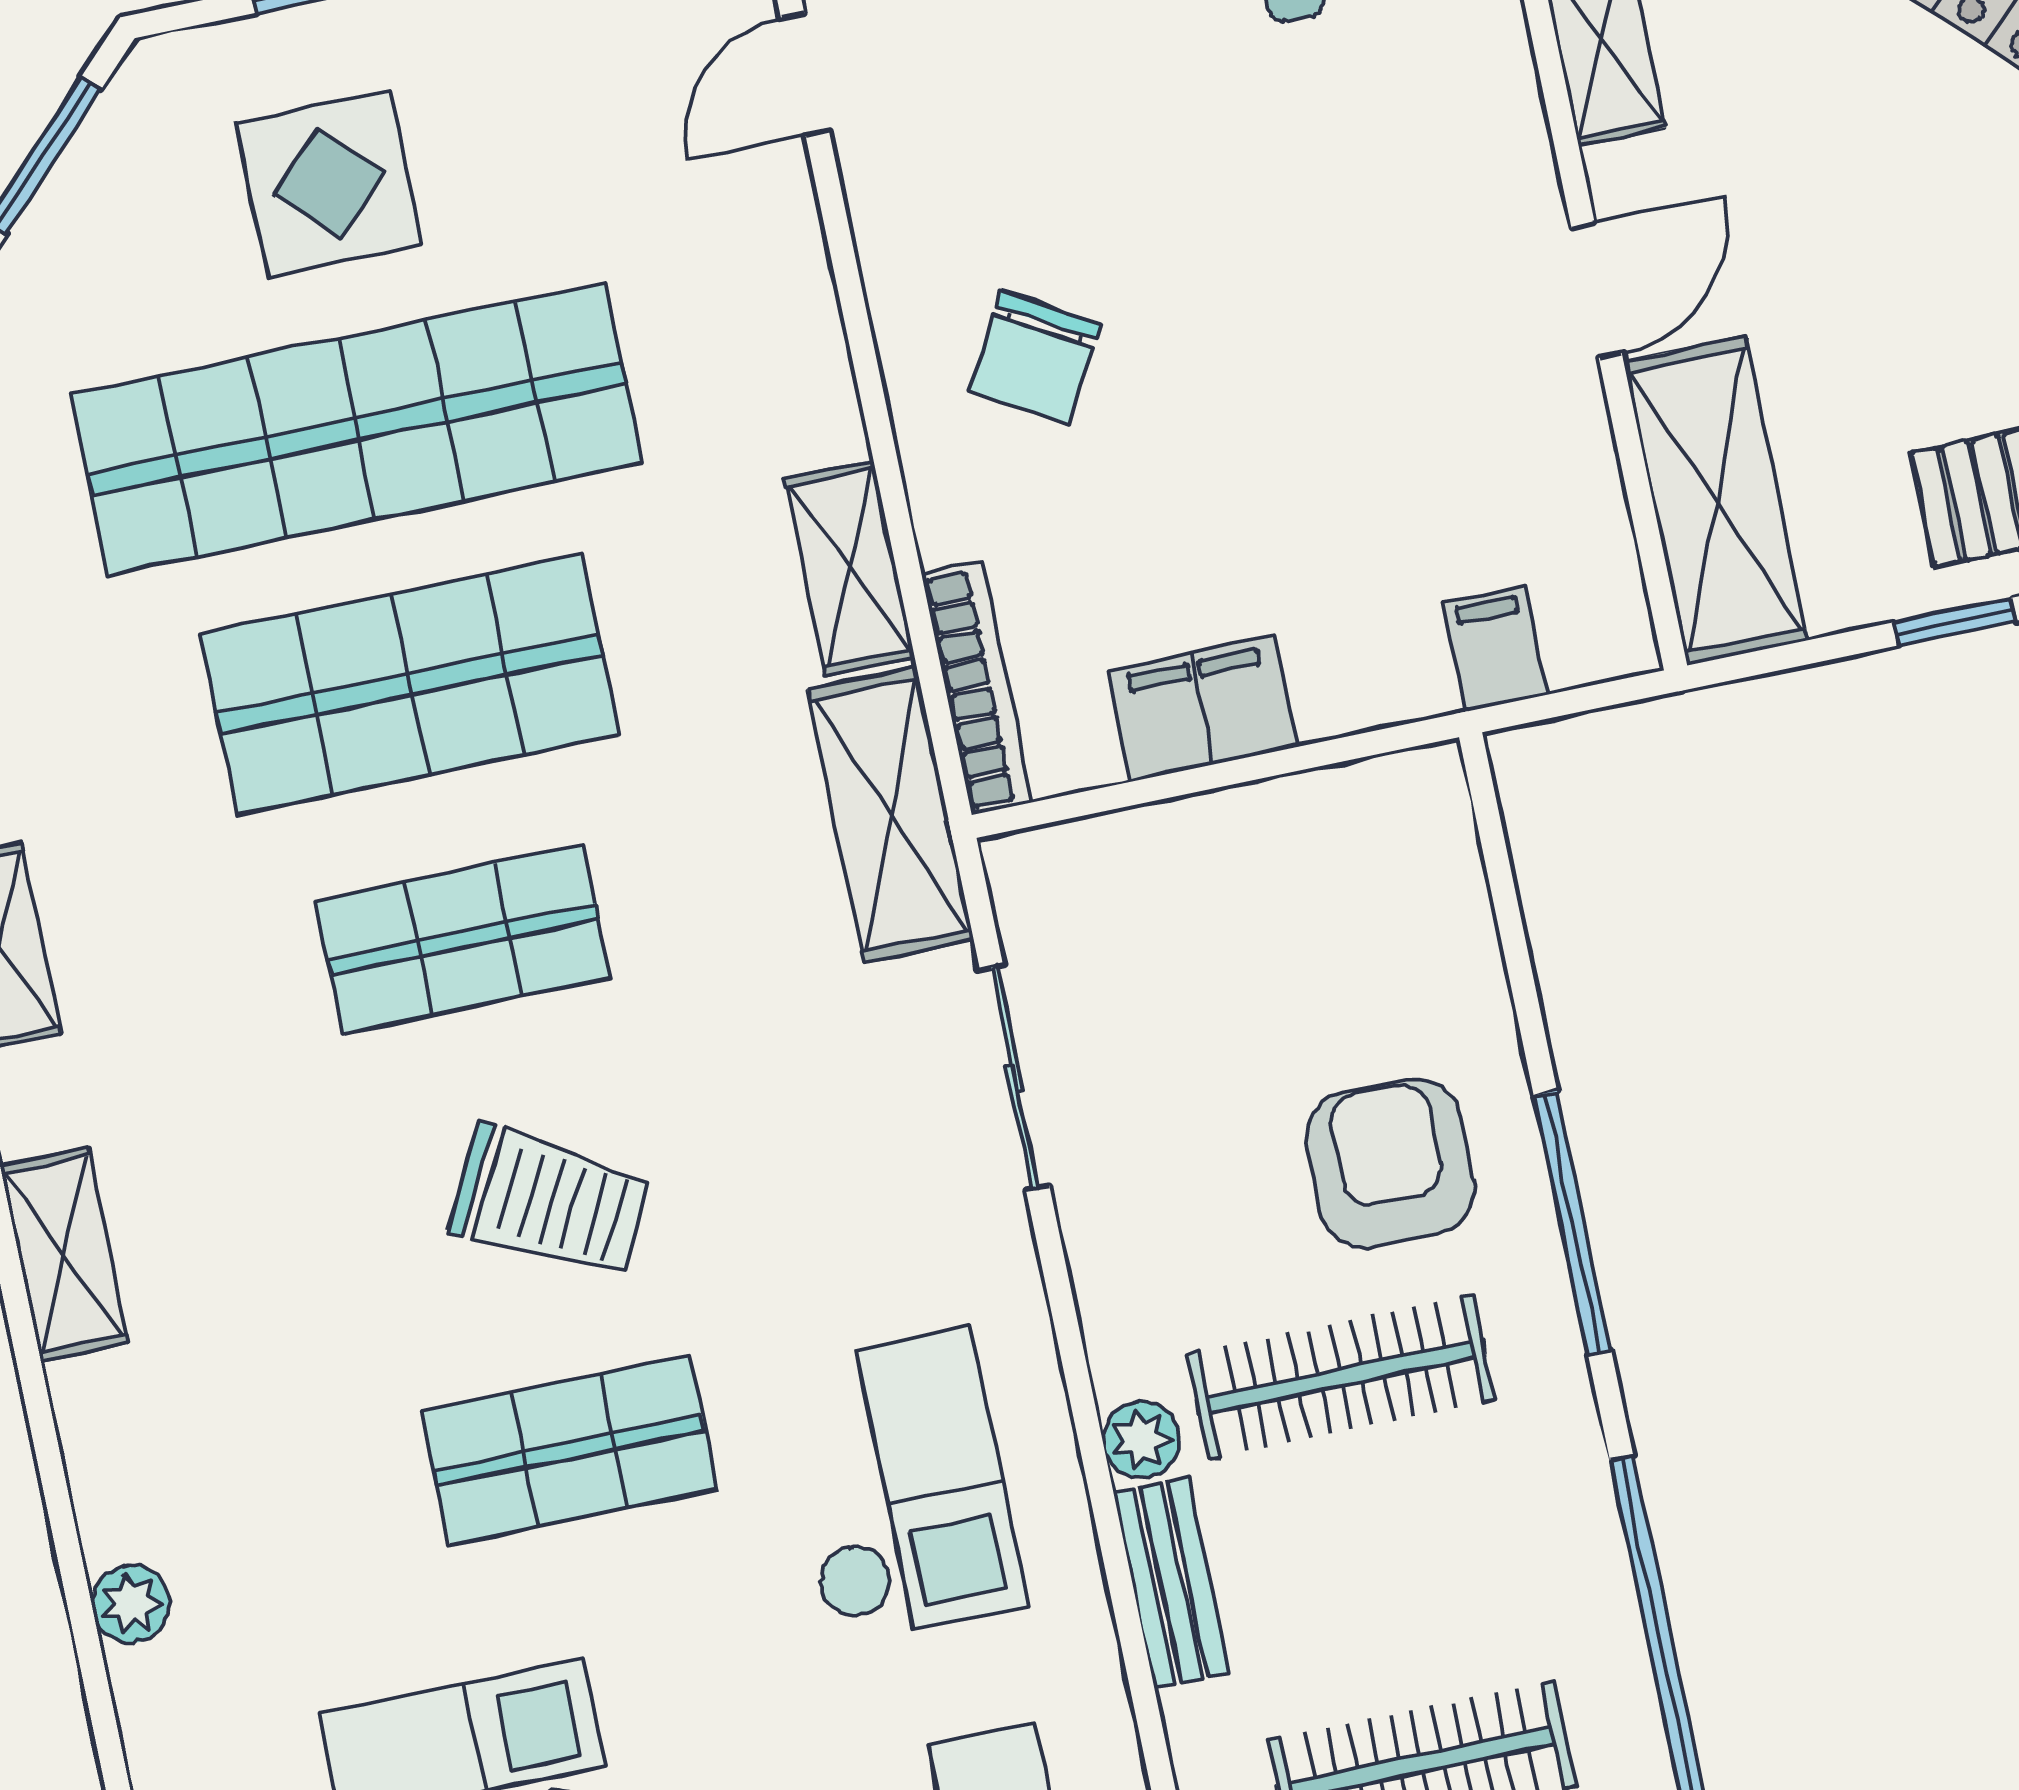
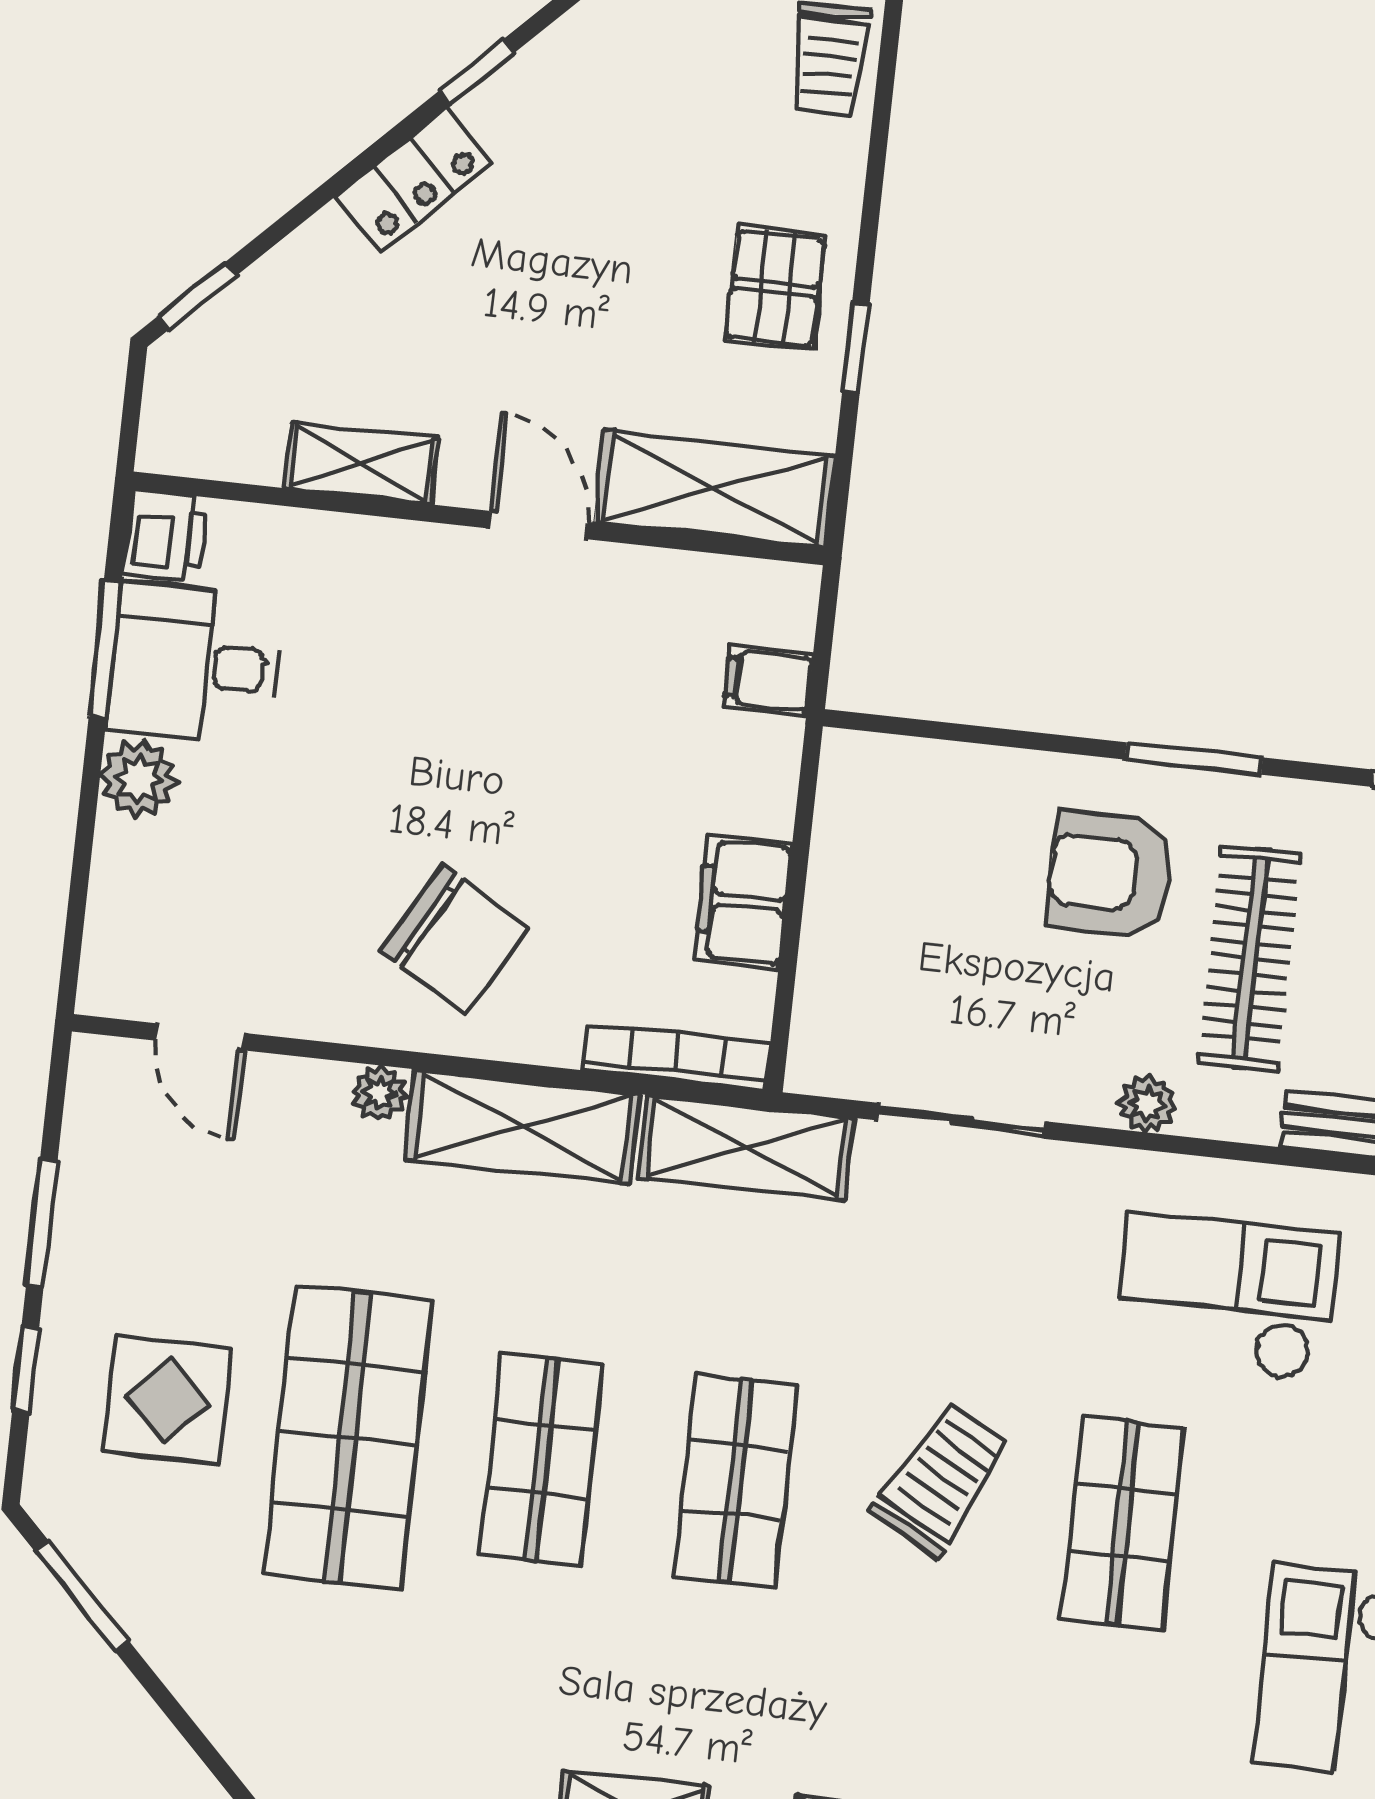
plant: (808, 325) -> (379, 1093), added
chair: (1035, 357) -> (455, 940), width x1.37, depth x1.37
shop shelf: (356, 429) -> (348, 1437), width x0.71
shelving: (850, 568) -> (523, 1127), width x1.50, depth x1.33
shop shelf: (410, 684) -> (542, 1459), width x0.70, depth x0.74
window: (1572, 1223) -> (1194, 759), width x0.69
plant: (1141, 1440) -> (1147, 1104), moved

